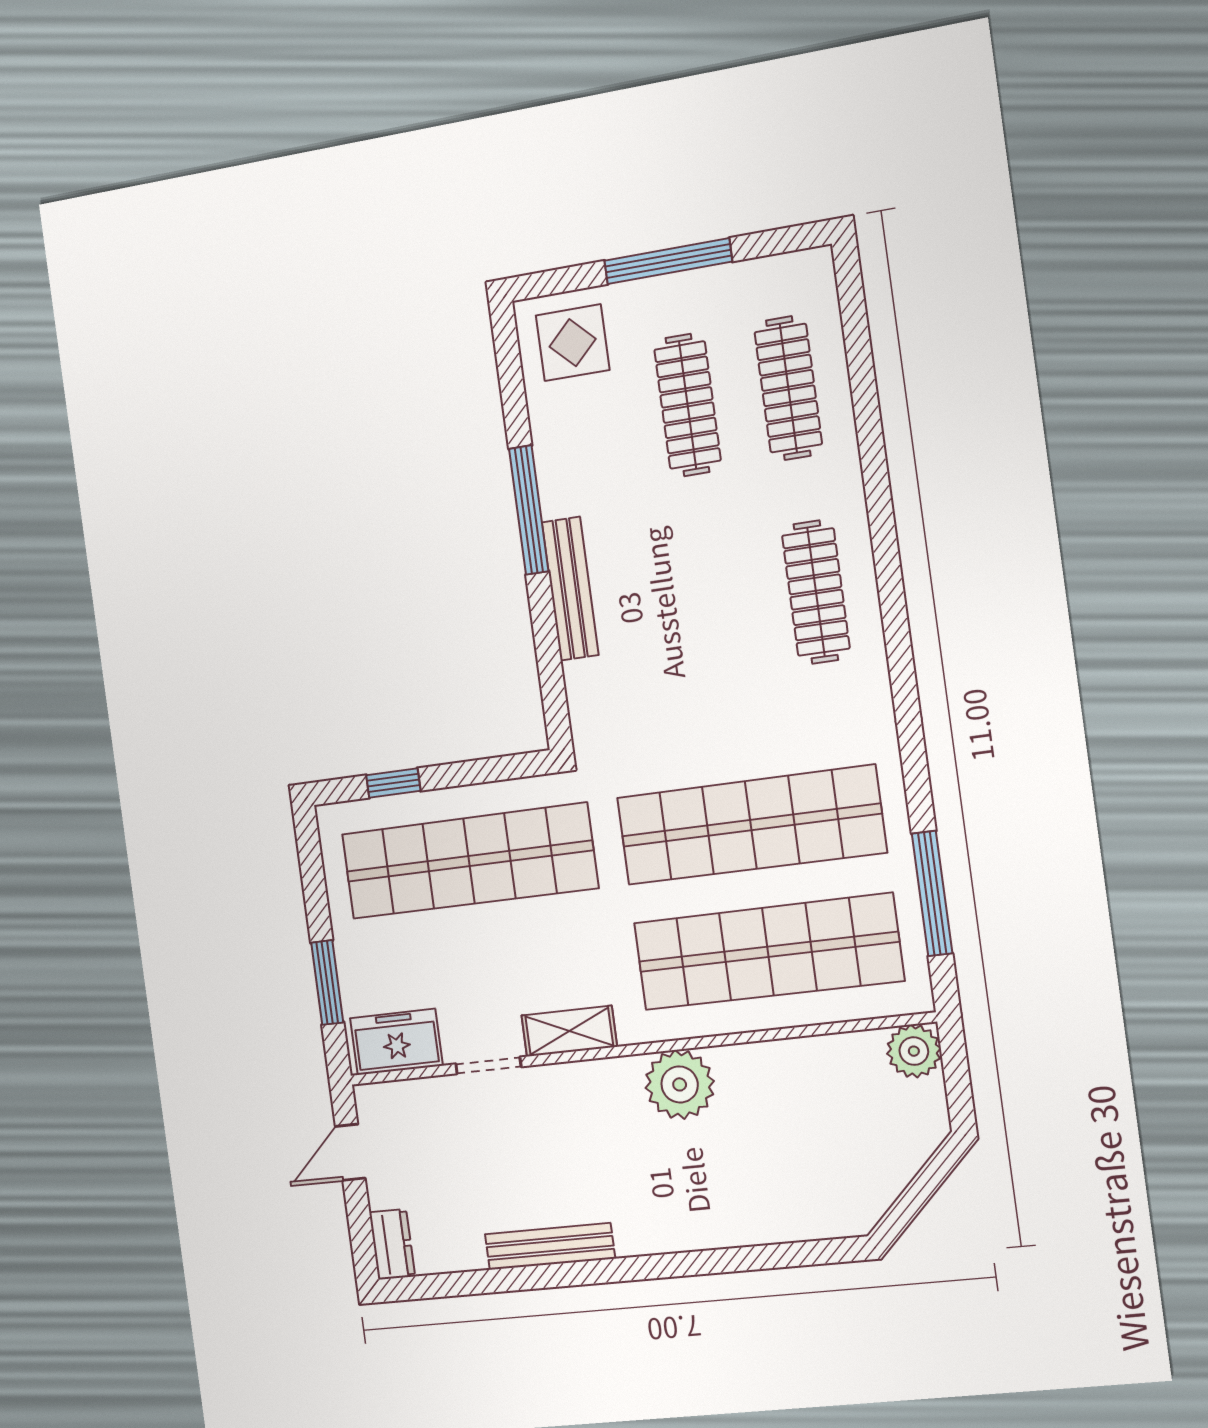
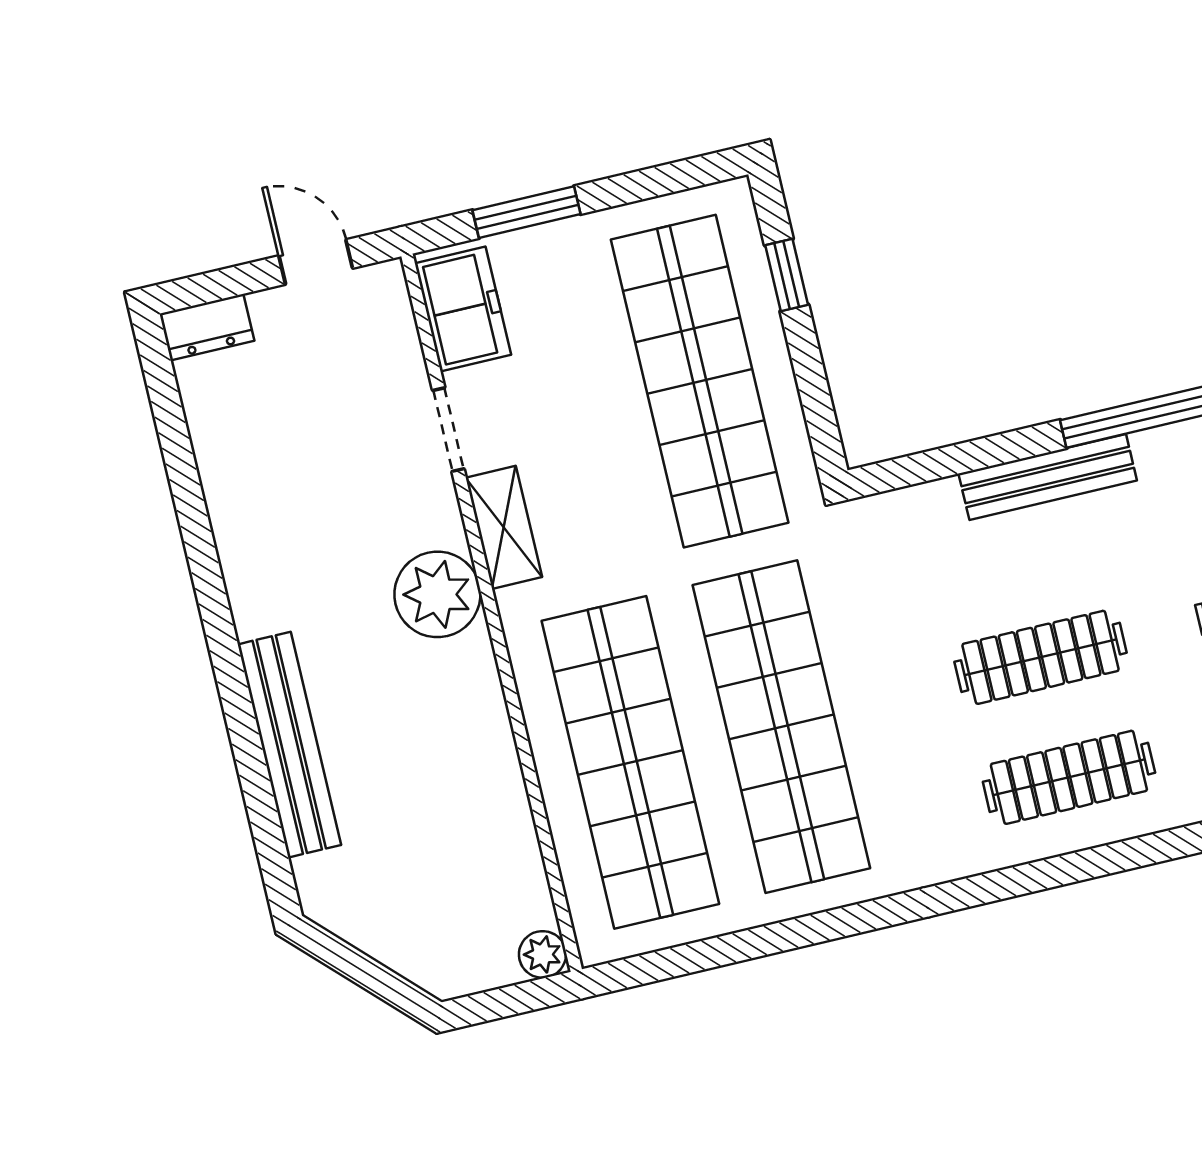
clothes rail: (715, 607) -> (1041, 657), added
window: (932, 893) -> (723, 950), removed
plant: (914, 1051) -> (542, 954), width x0.73, depth x0.73
plant: (680, 1084) -> (437, 594), moved
bench: (550, 1246) -> (289, 745), moved, width x1.37, depth x1.21

